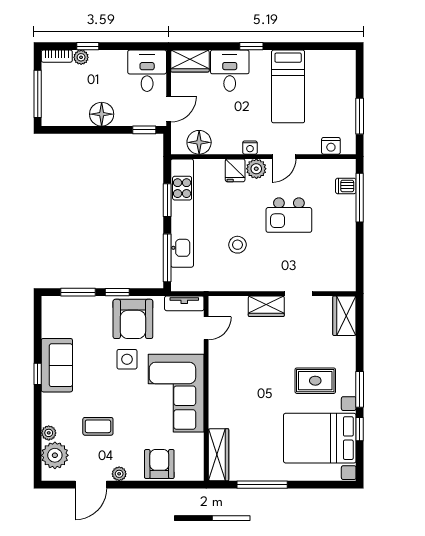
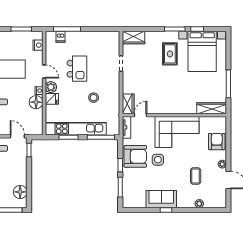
floor lamp: (102, 114) -> (20, 192), moved
floor lamp: (199, 142) -> (36, 102), moved
wardrobe: (266, 306) -> (128, 104), moved
door: (206, 328) -> (140, 115), hinge flipped
plant: (55, 455) -> (212, 200), removed
armchair: (159, 464) -> (217, 142), turned 90

